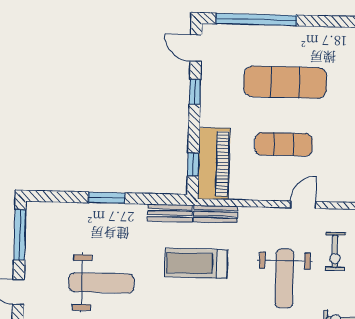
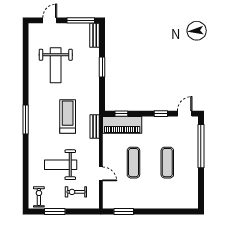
exercise mat: (285, 82) -> (167, 163), width x0.73, depth x0.69
bench: (170, 213) -> (95, 35), moved

